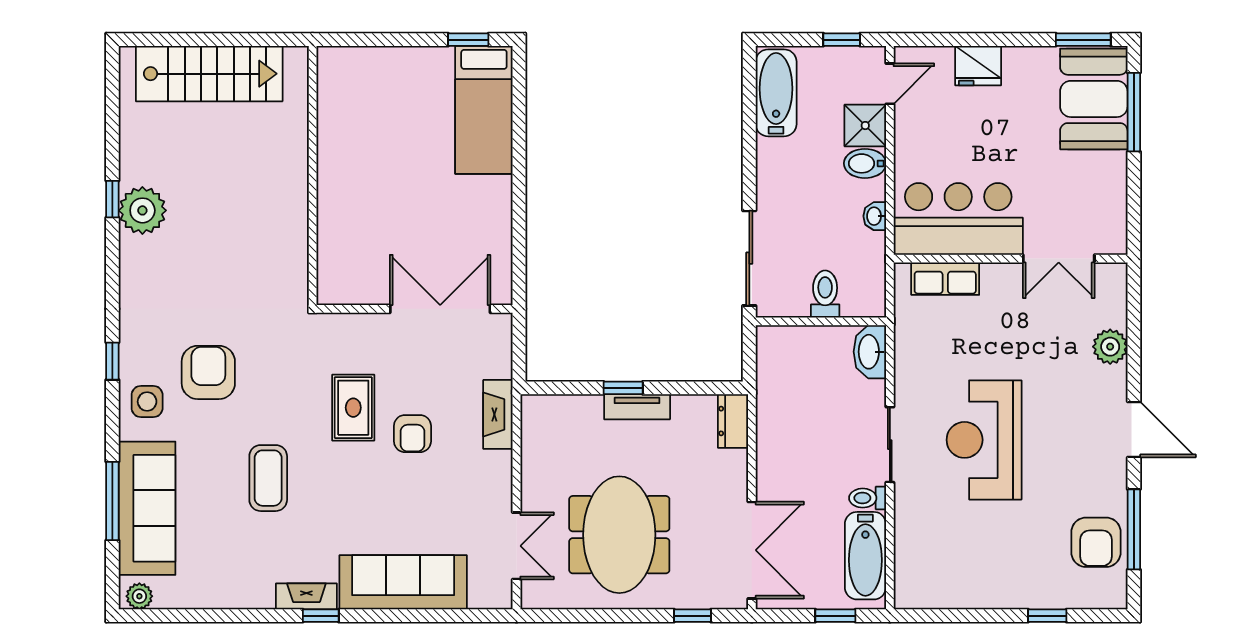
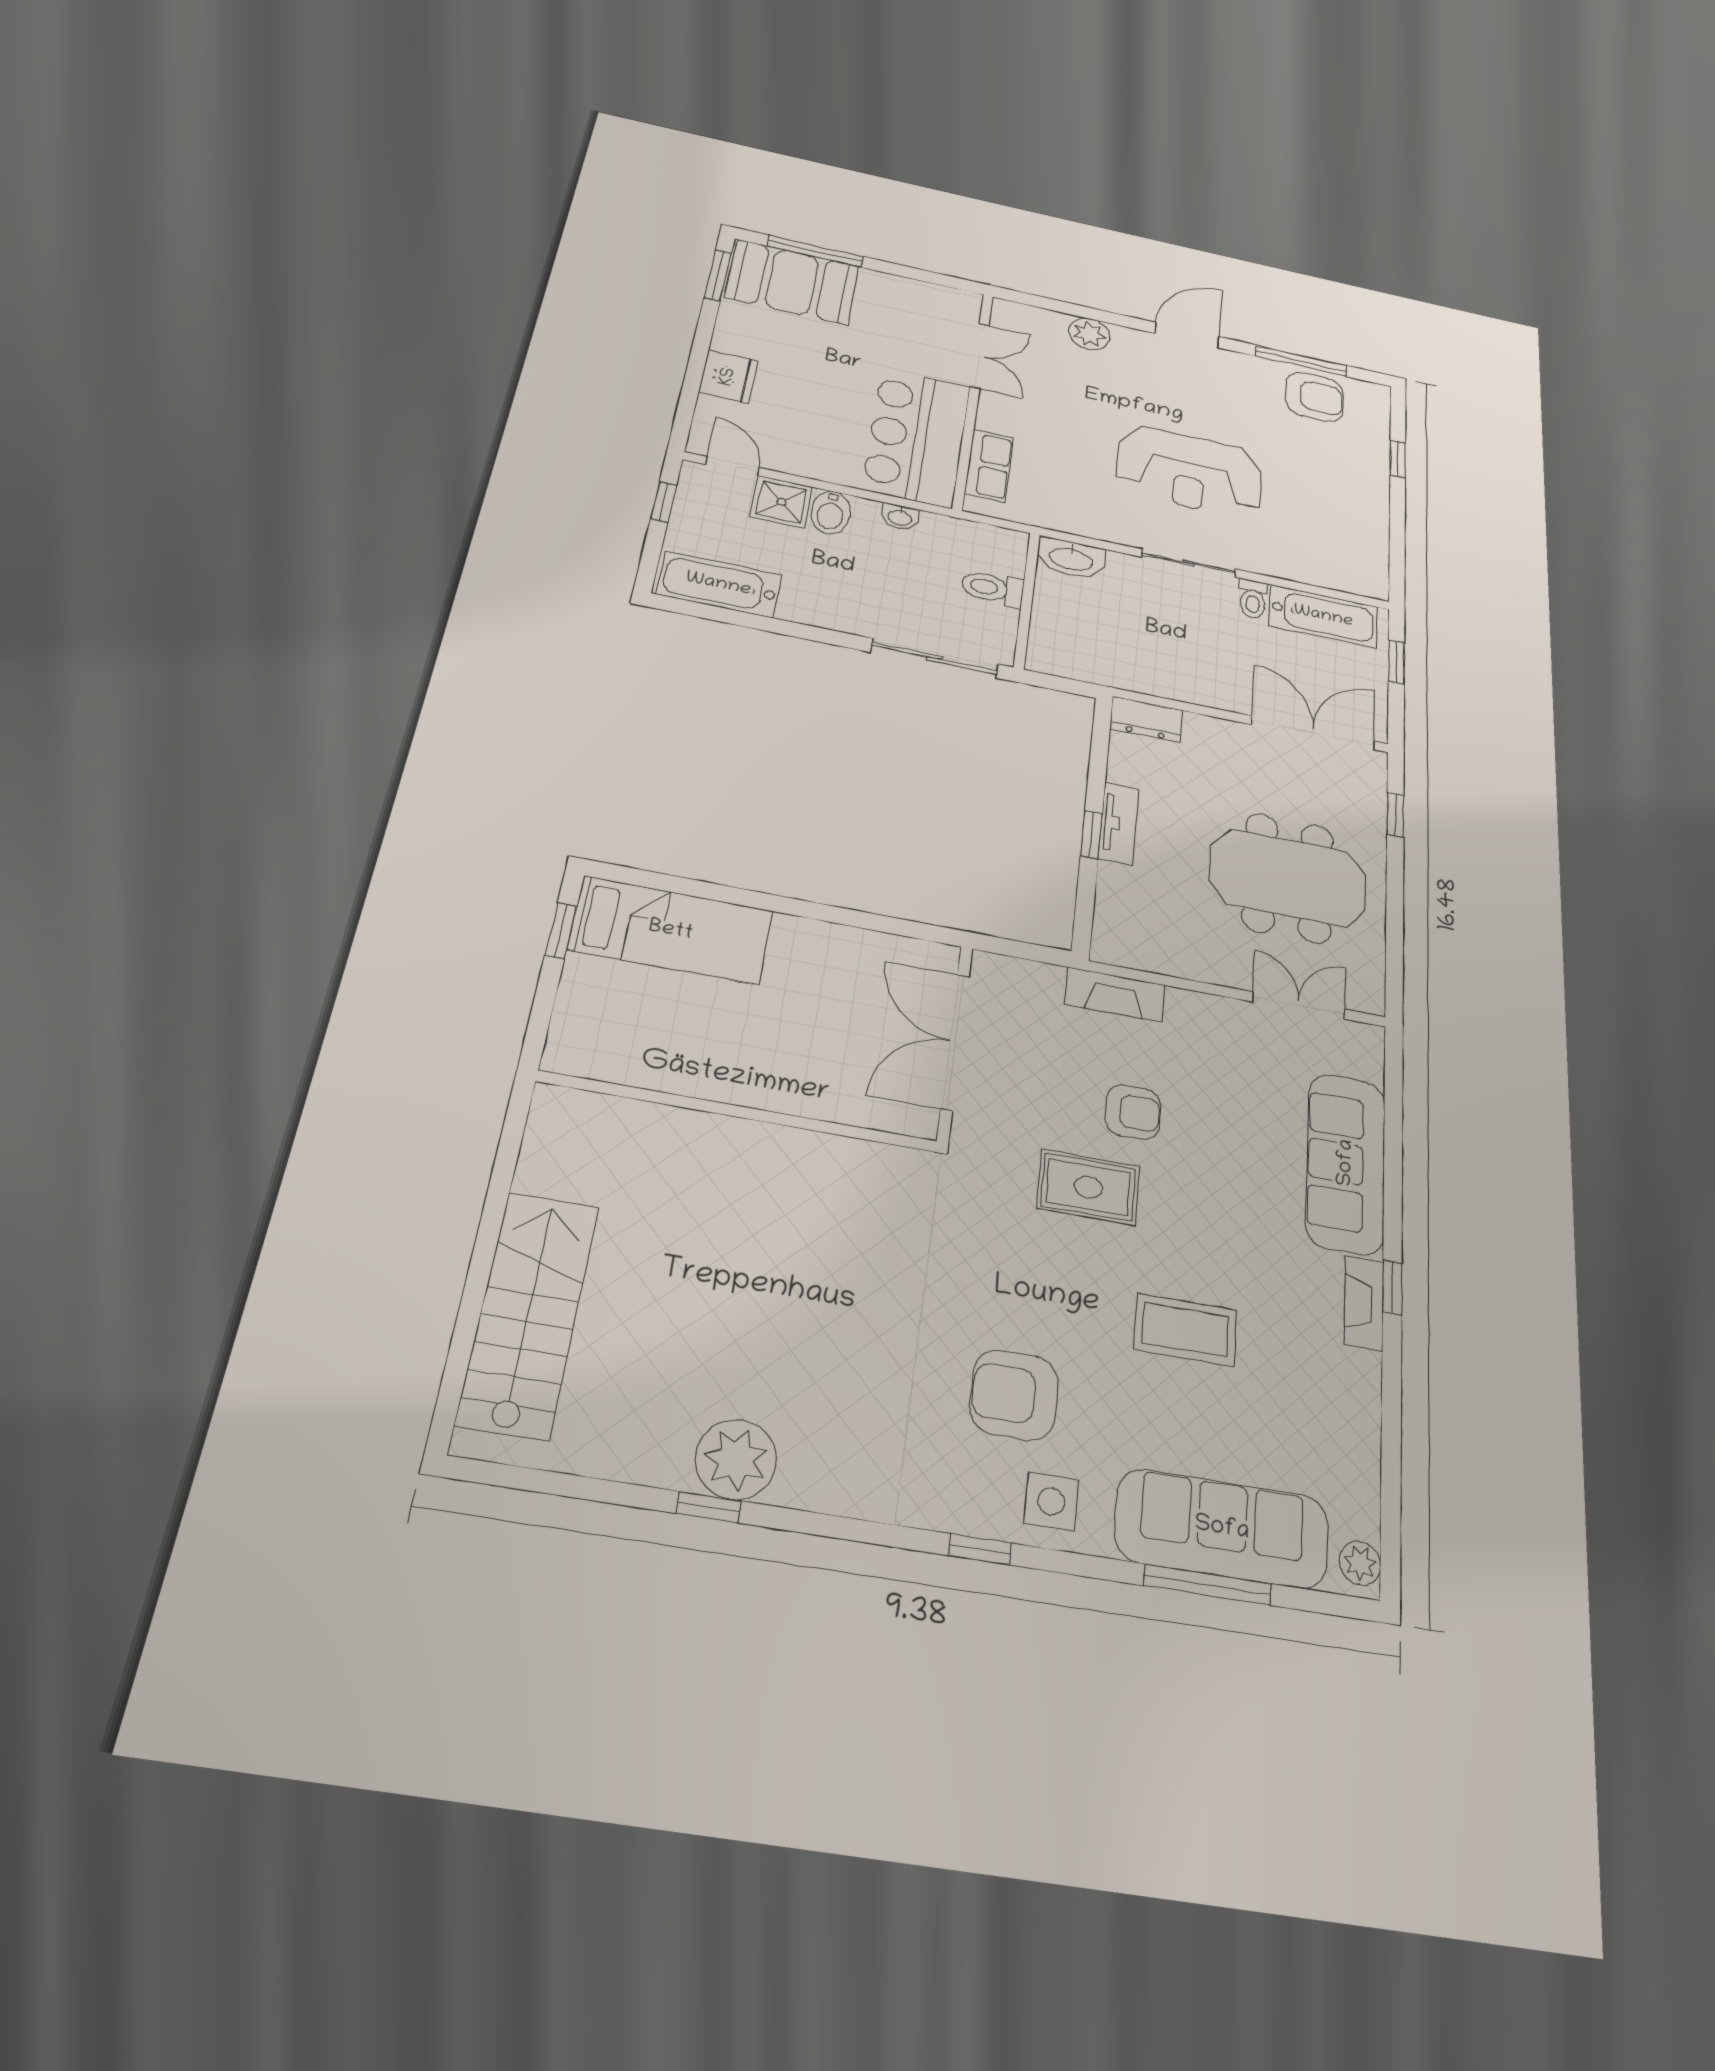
wall: (313, 176) -> (739, 1112), moved

